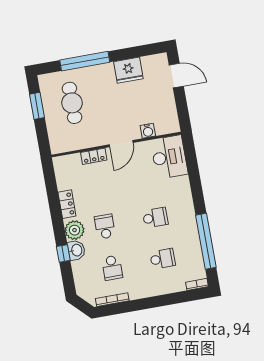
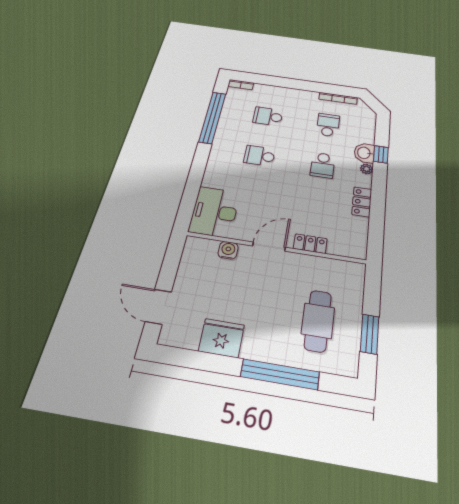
plant: (75, 230) -> (367, 169), width x0.53, depth x0.53

